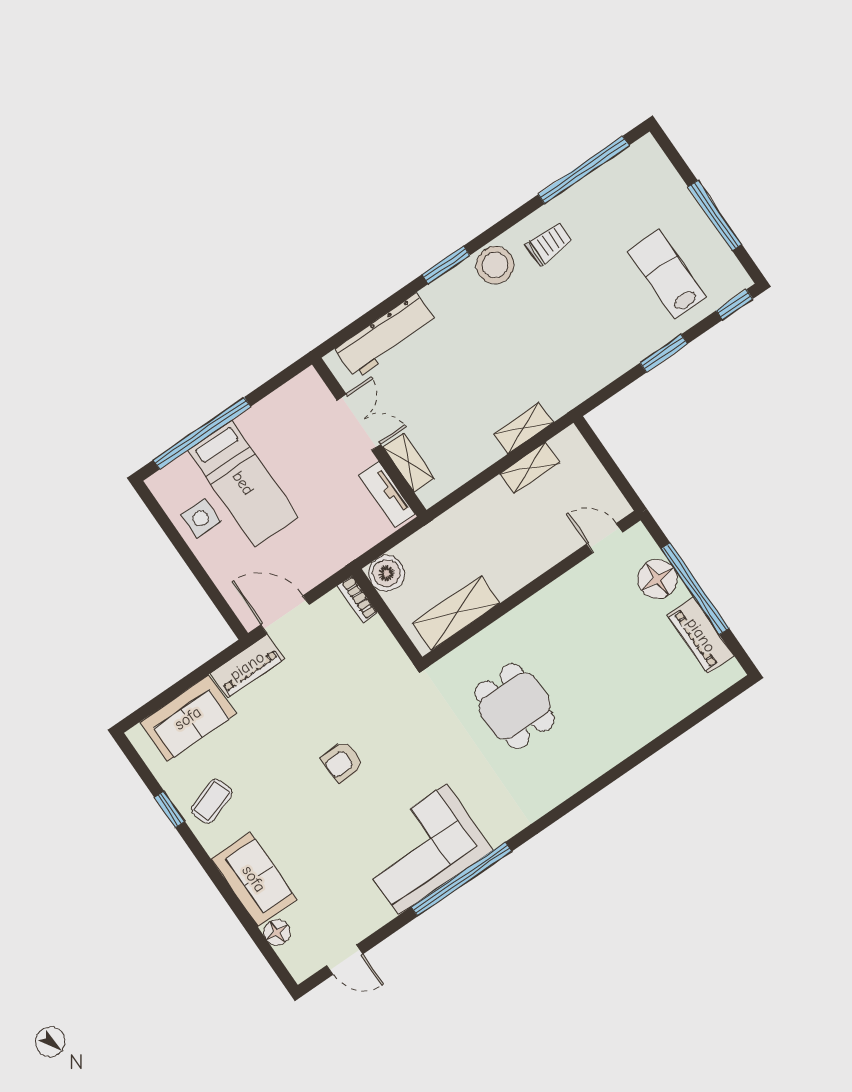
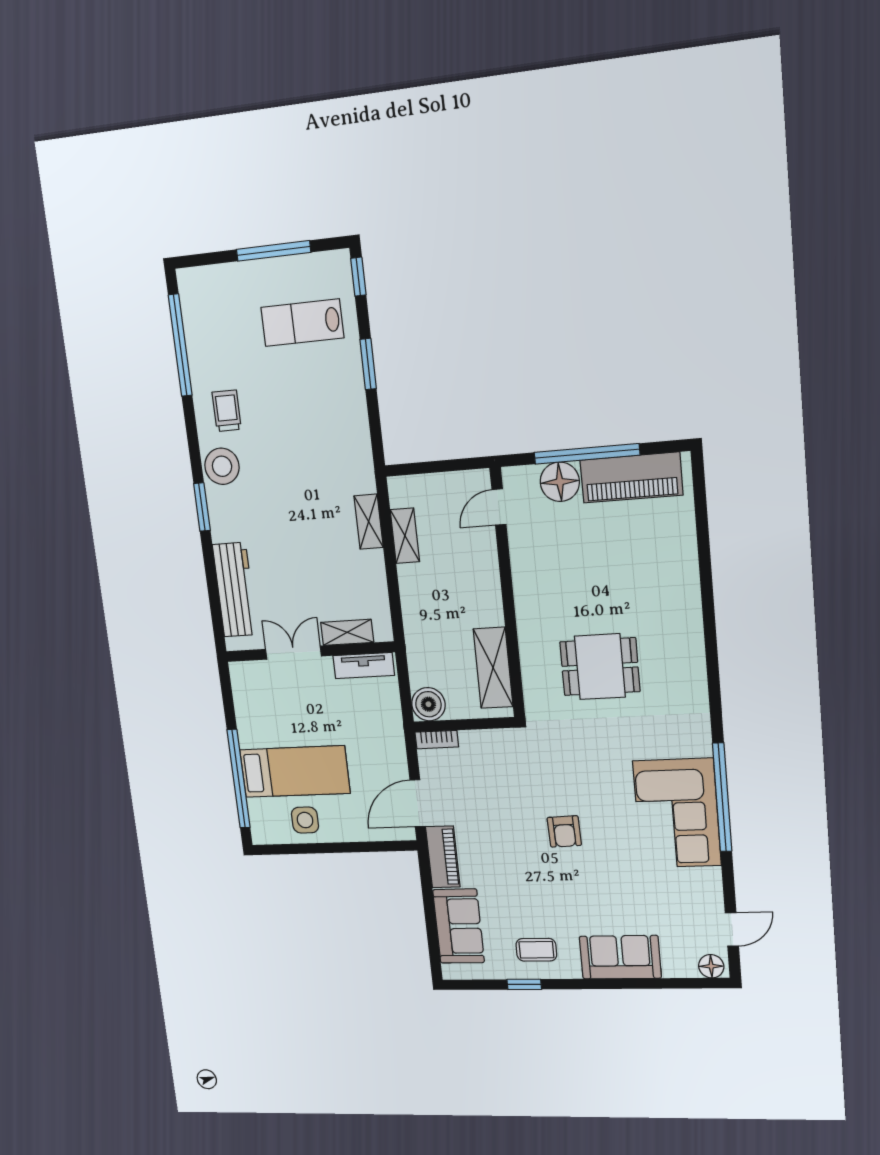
piano: (701, 635) -> (631, 478), width x1.37, depth x1.33
coffee table: (211, 801) -> (536, 950), turned -71
floor lamp: (277, 932) -> (711, 966), moved

